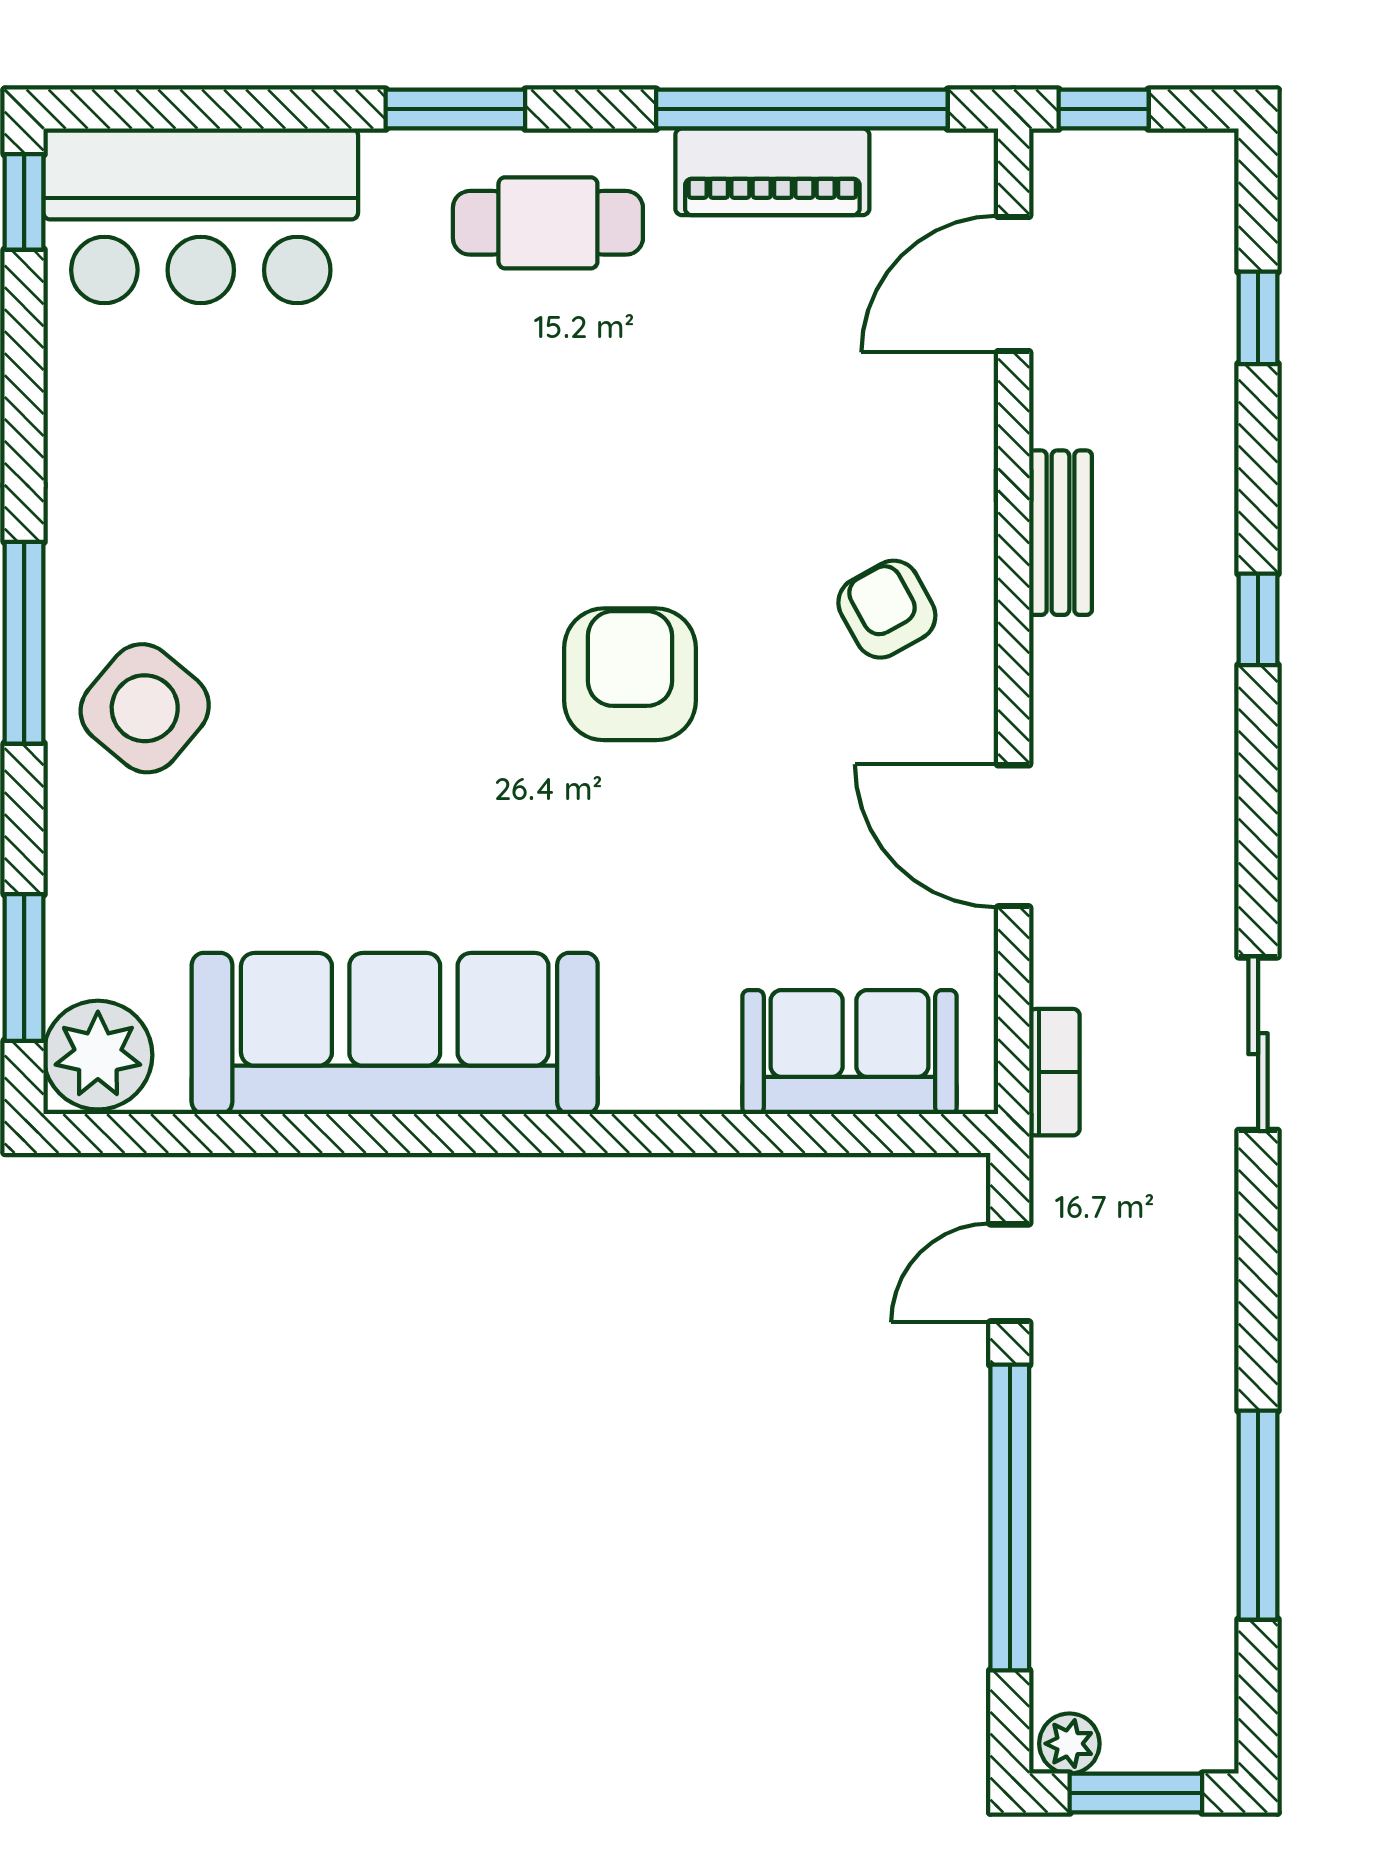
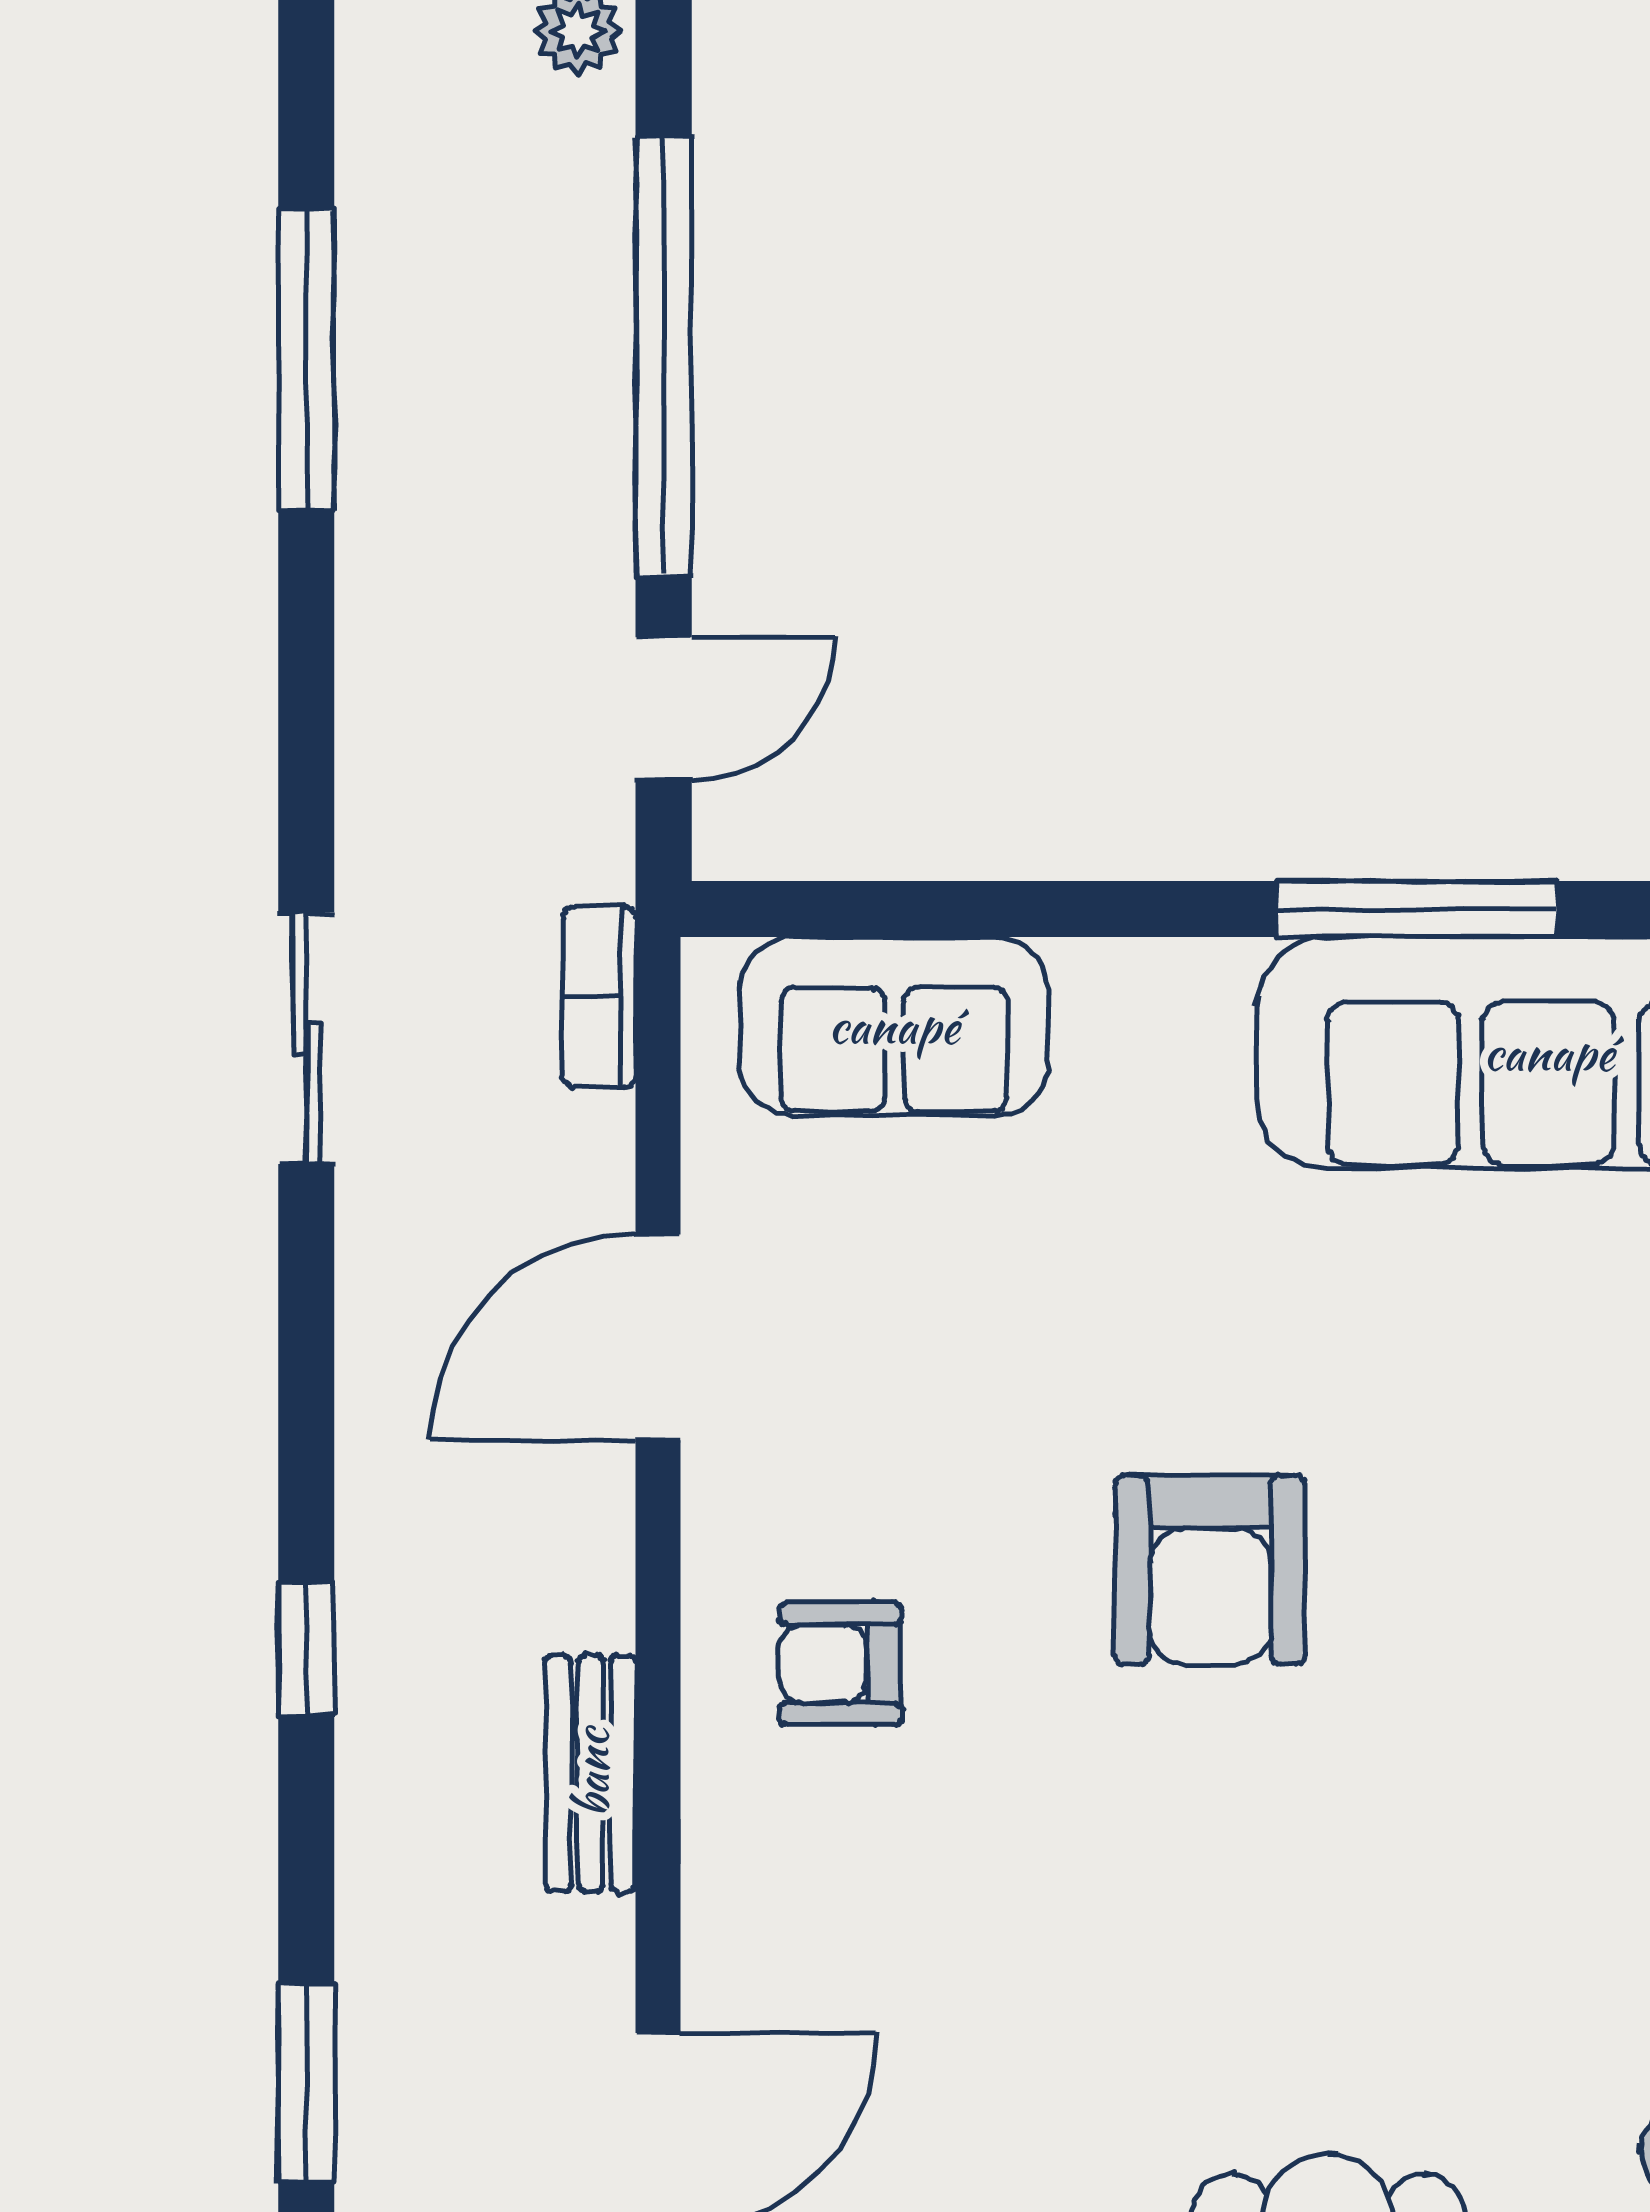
window: (1258, 318) -> (306, 2083), width x1.50
armchair: (887, 609) -> (840, 1664), turned 119
door: (1014, 836) -> (658, 1337), swing flipped
window: (486, 1133) -> (1417, 909), added

